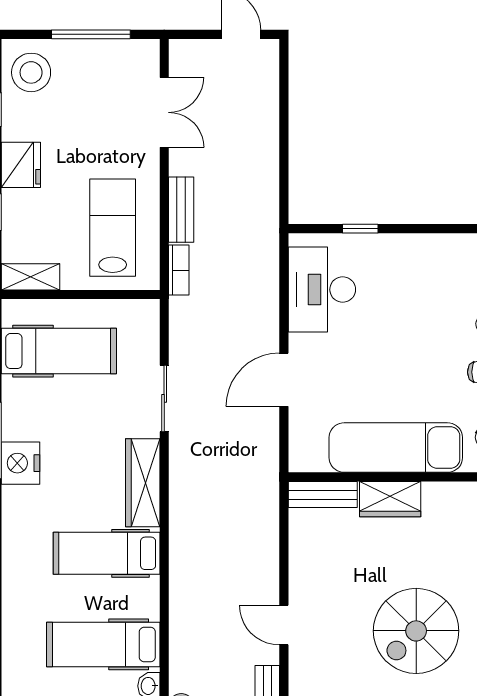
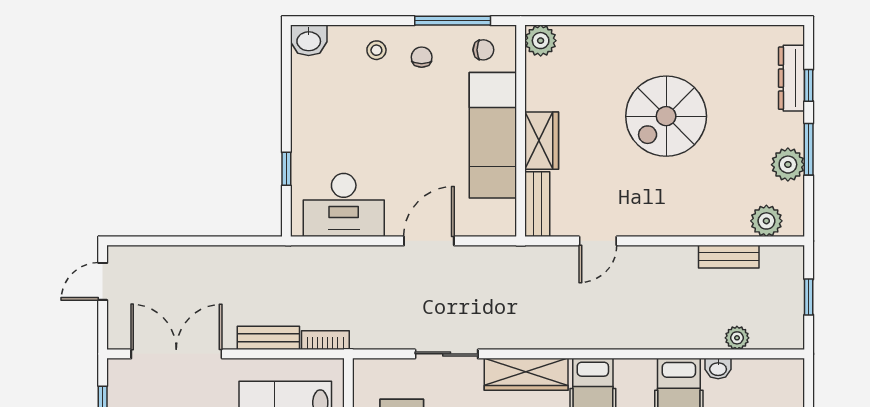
double door: (164, 112) -> (176, 354), width x1.37
door: (284, 380) -> (429, 241), swing flipped
door: (284, 625) -> (598, 241), moved
spiral stairs: (416, 631) -> (666, 116), turned 90

